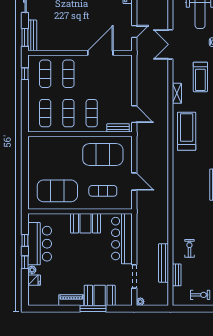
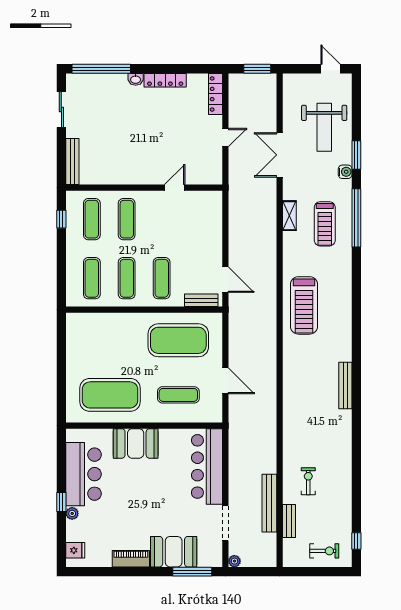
door: (134, 32) -> (225, 137), moved
window: (25, 37) -> (61, 165), removed
double door: (170, 44) -> (280, 155), moved
door: (100, 53) -> (175, 188), width x0.53
shelving: (177, 93) -> (289, 216), moved
treadmill: (187, 131) -> (304, 305), turned 180
booth: (85, 223) -> (136, 443), moved
window: (25, 240) -> (61, 469), removed
fridge: (34, 280) -> (75, 550), moved
window: (93, 309) -> (192, 572), moved

